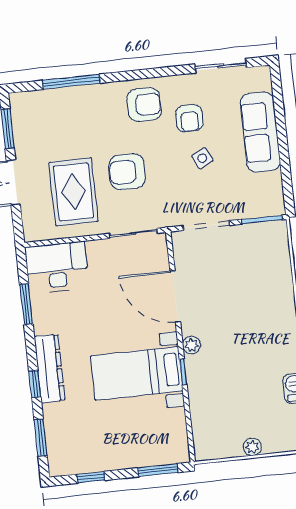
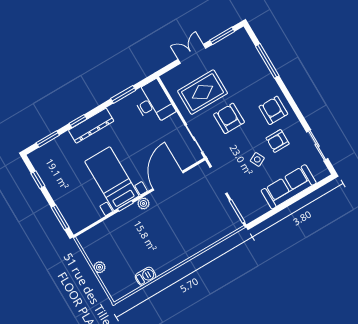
armchair: (144, 105) -> (273, 110), turned 180

